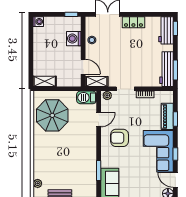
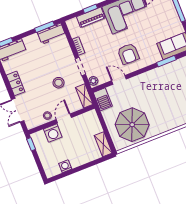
washing machine: (38, 22) -> (65, 166), moved
stool: (118, 62) -> (58, 83), added
door: (83, 67) -> (64, 118), moved
workbench: (167, 69) -> (51, 34), width x0.73

